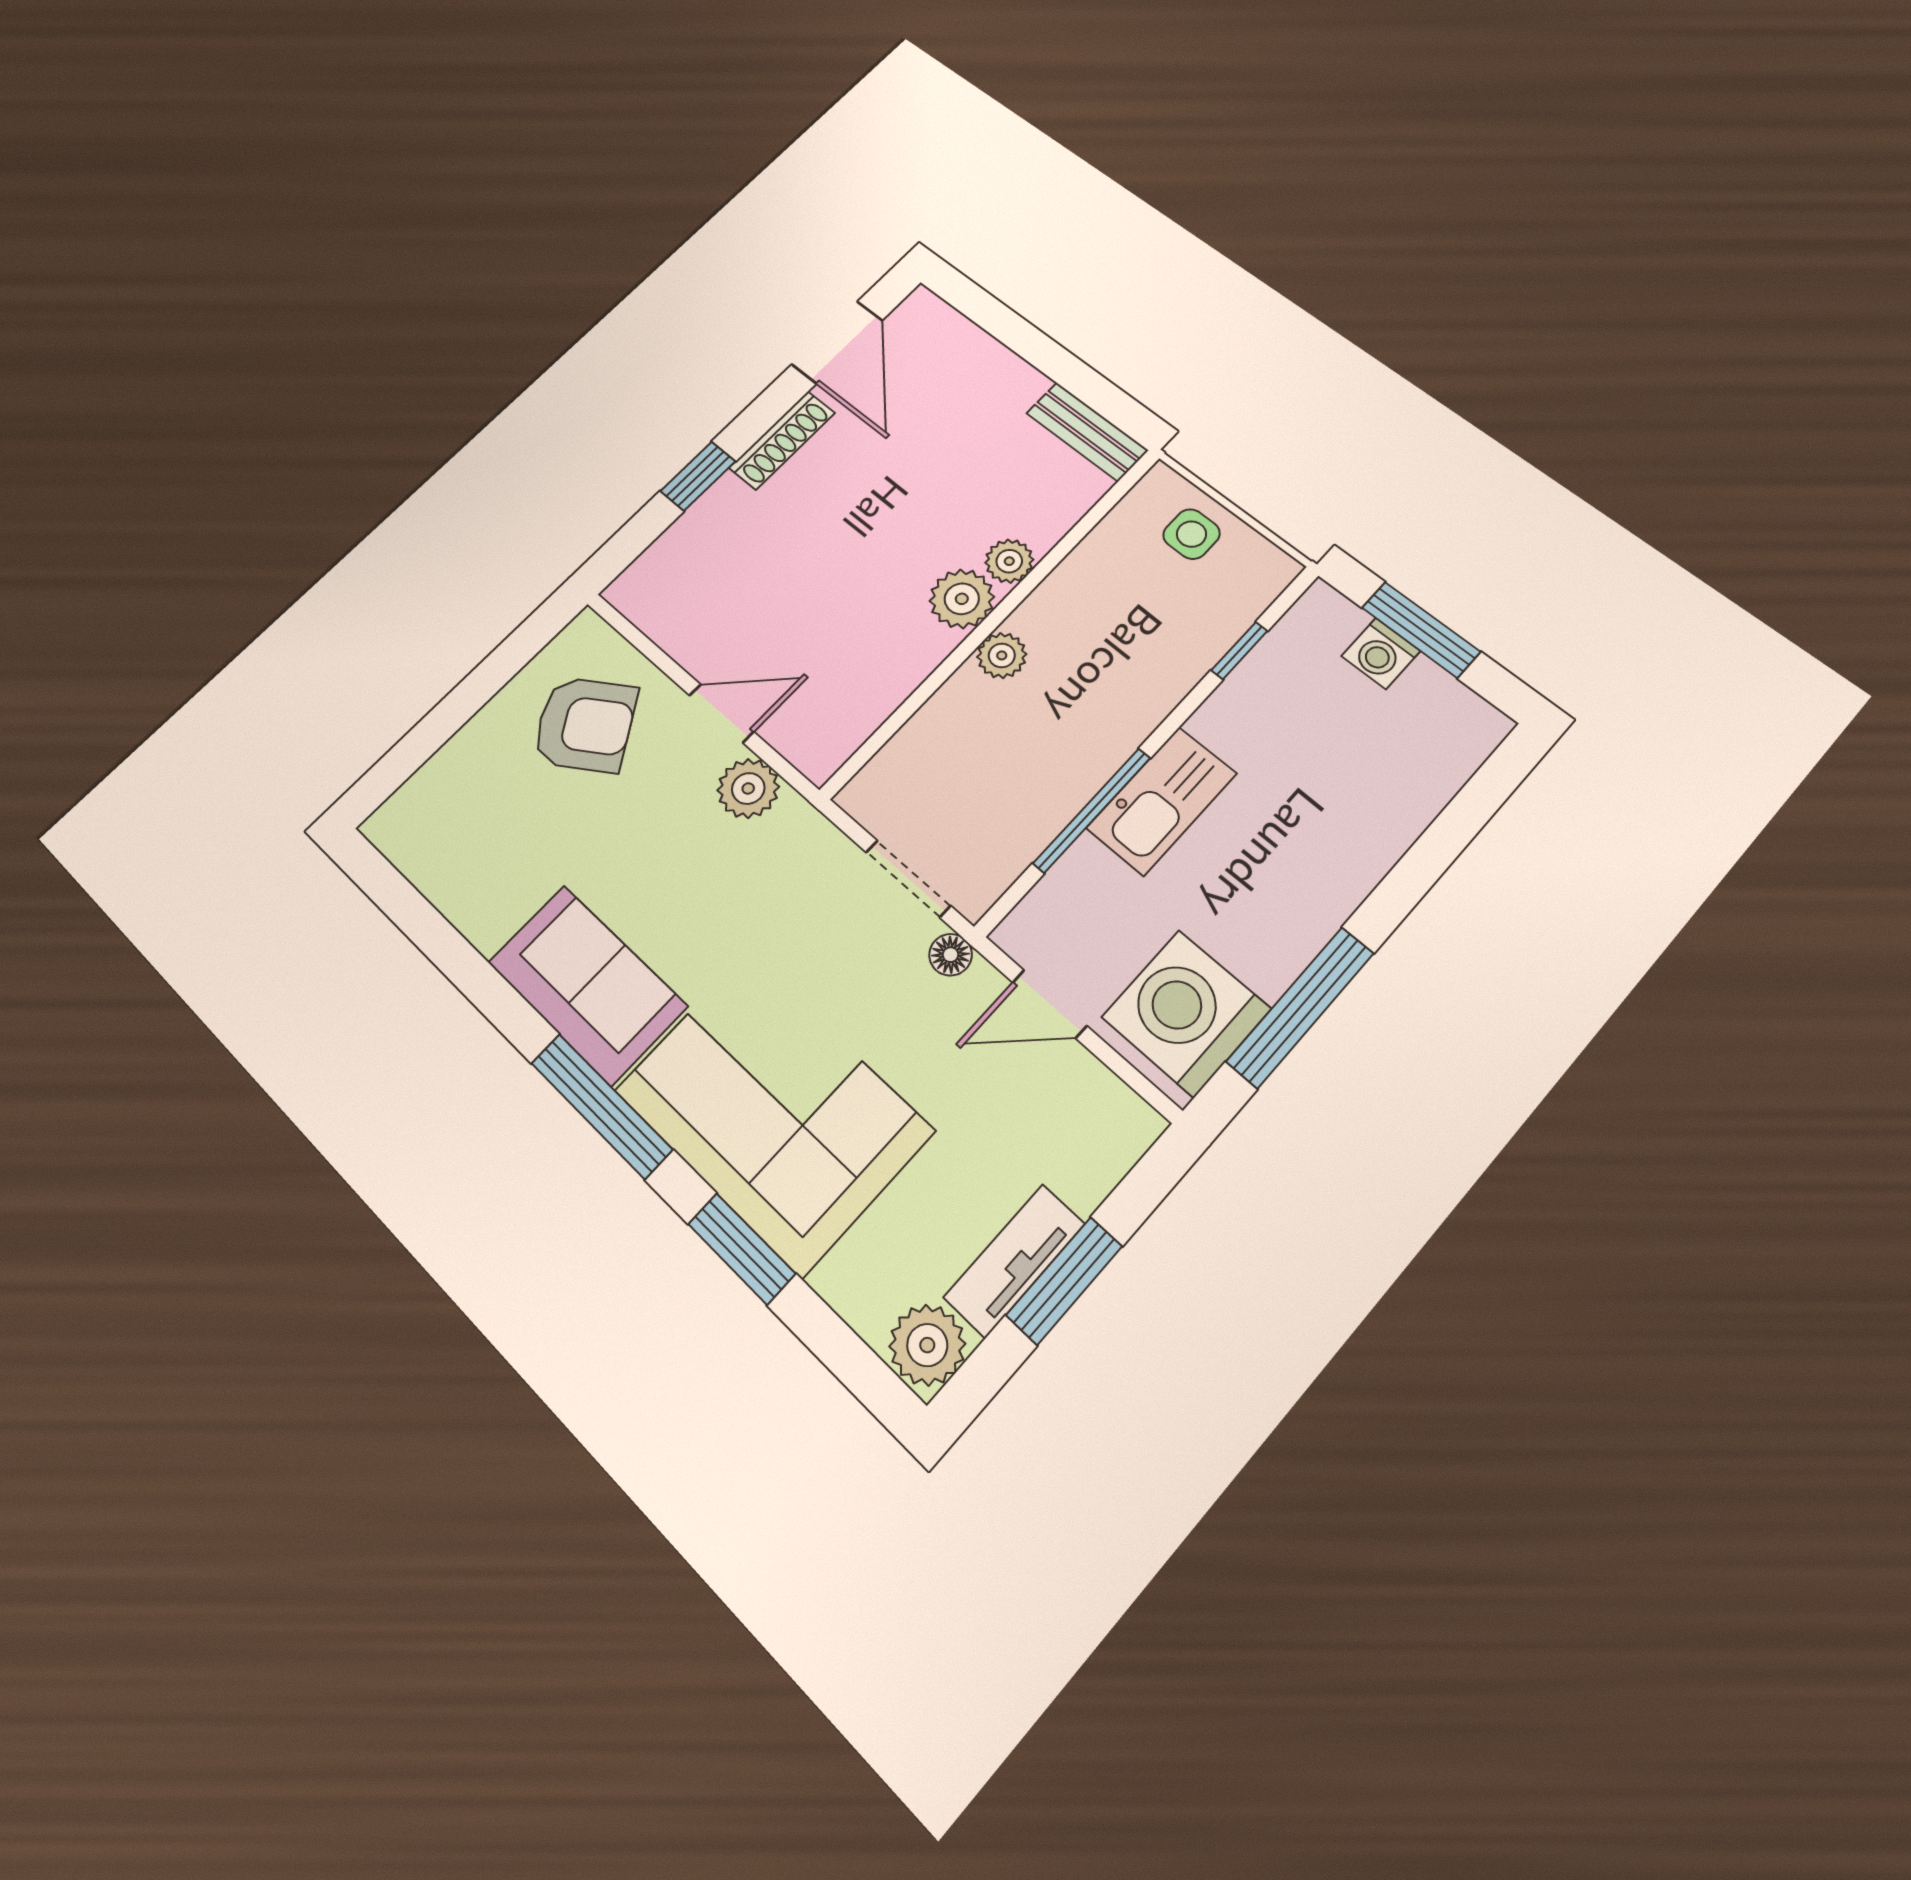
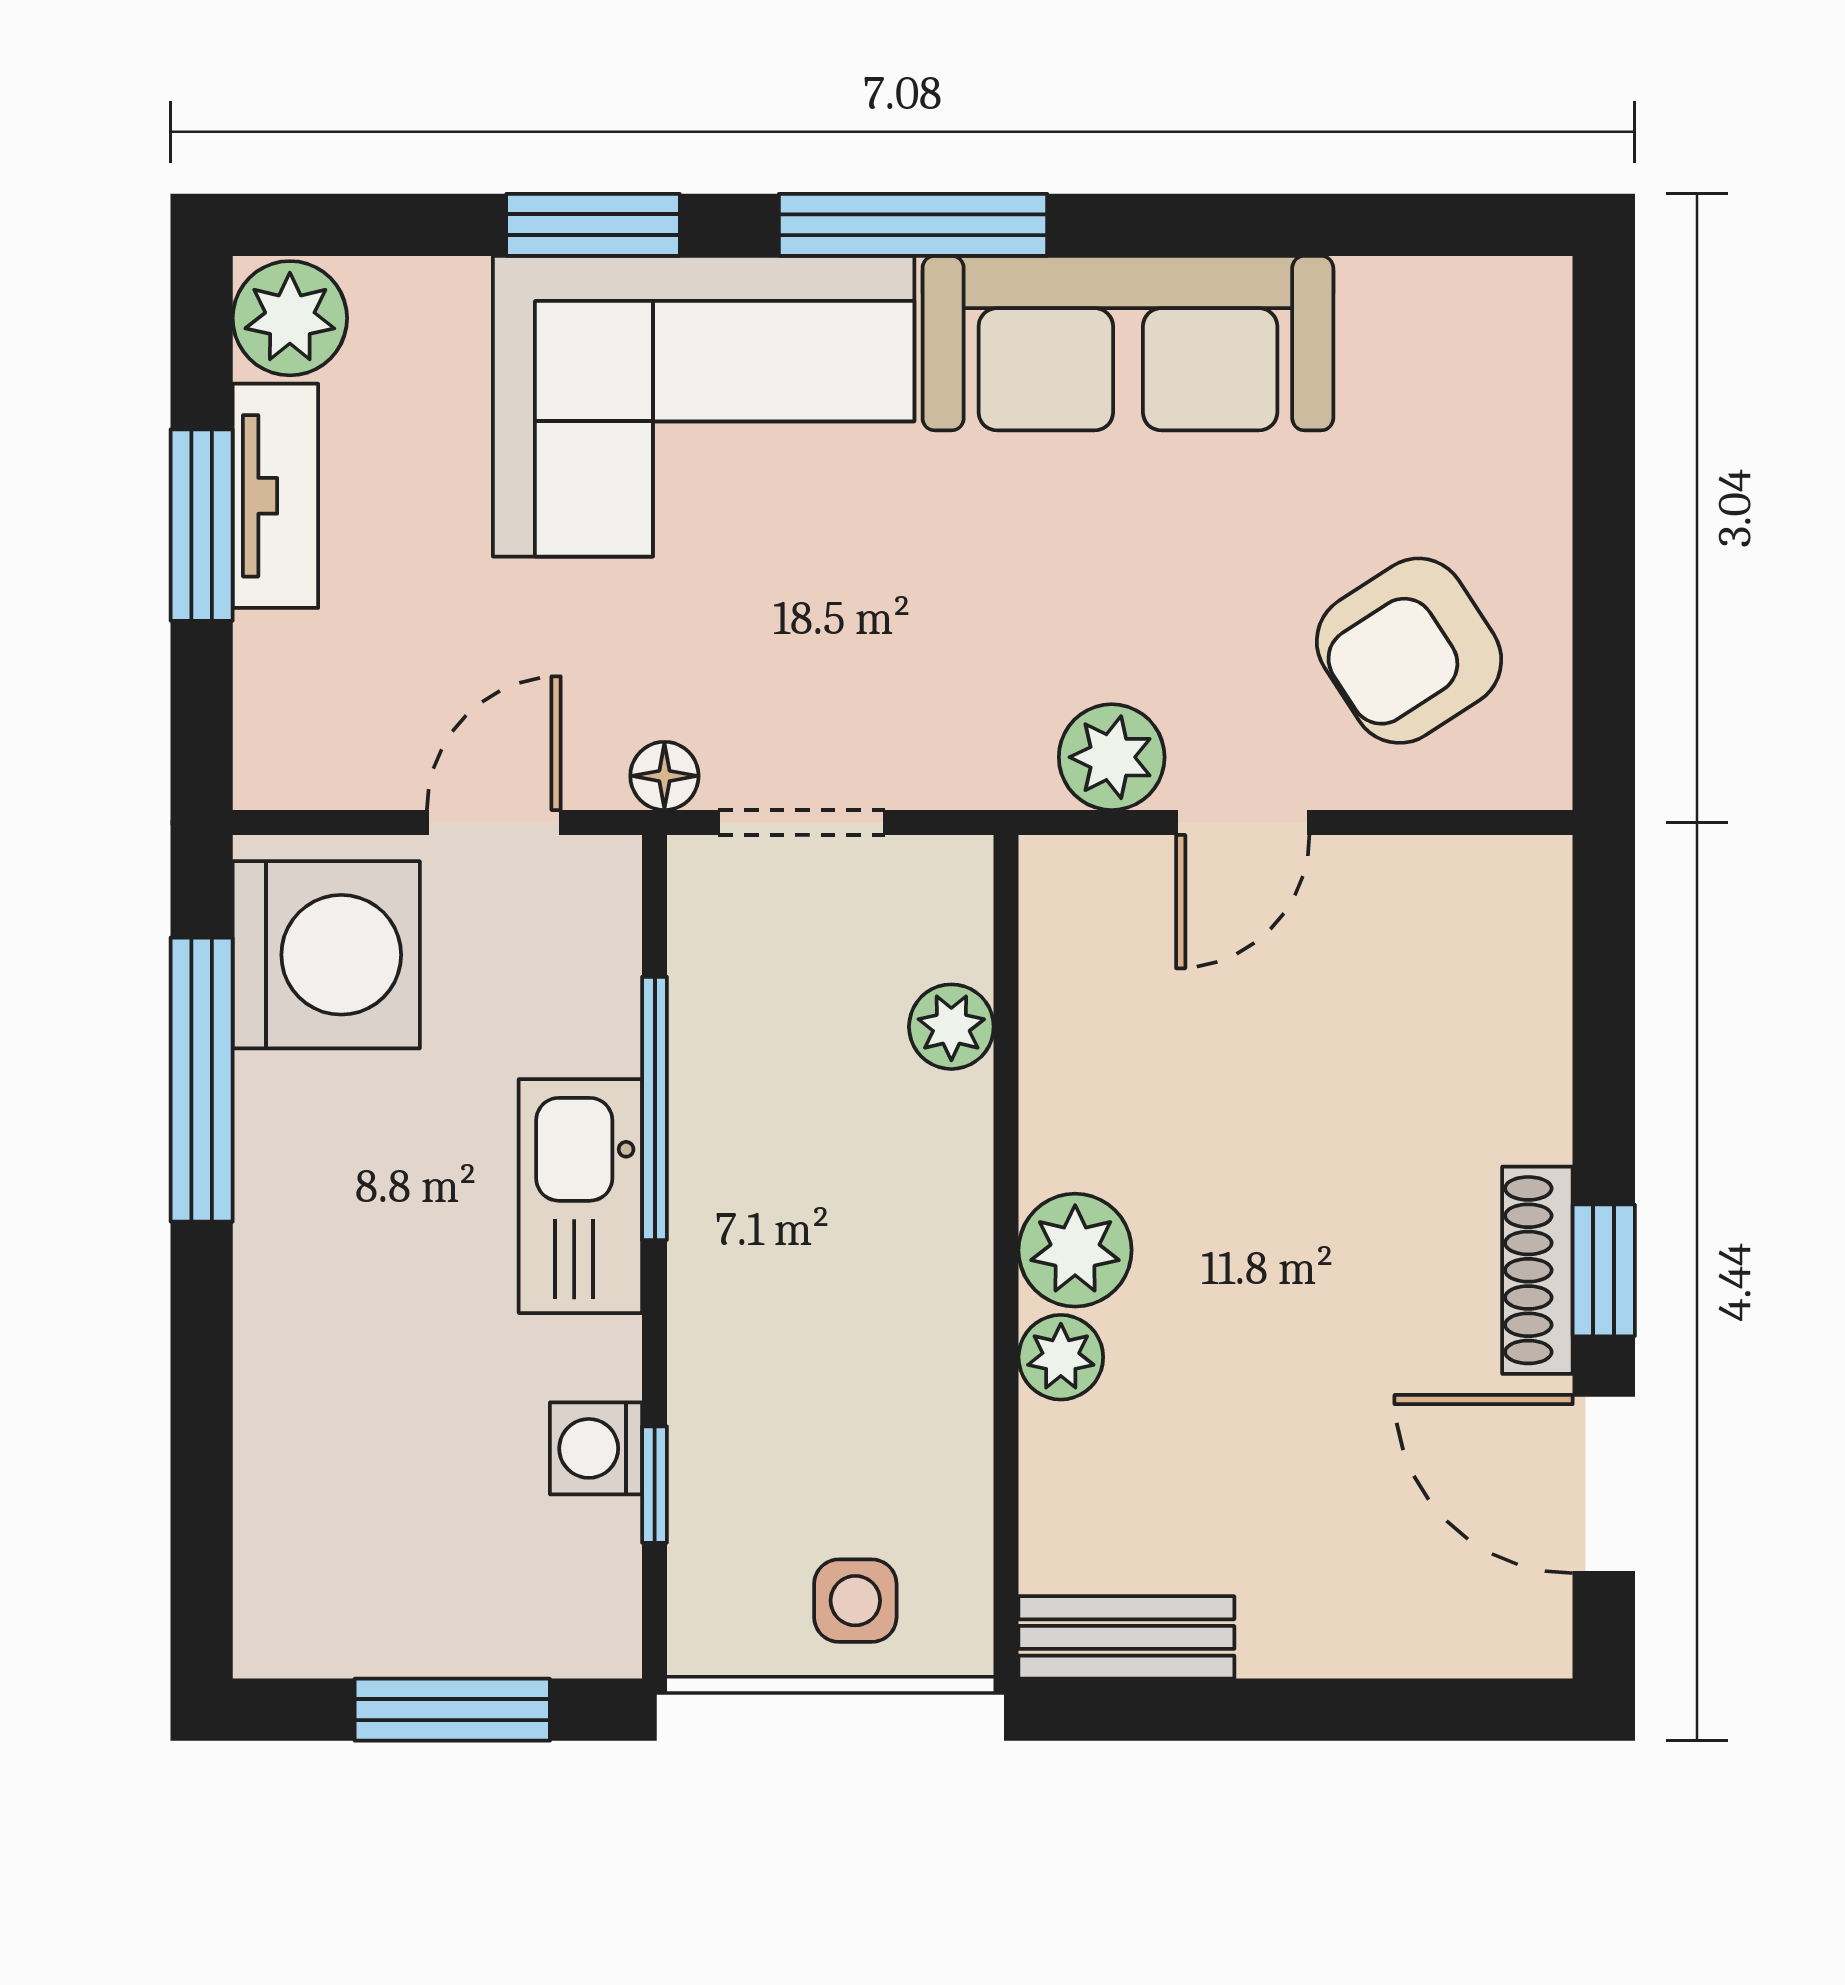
window: (698, 476) -> (1604, 1270), moved
washing machine: (1381, 653) -> (596, 1448), moved, turned -90
plant: (1002, 655) -> (951, 1027), moved
sofa: (587, 984) -> (1128, 343), width x1.36

